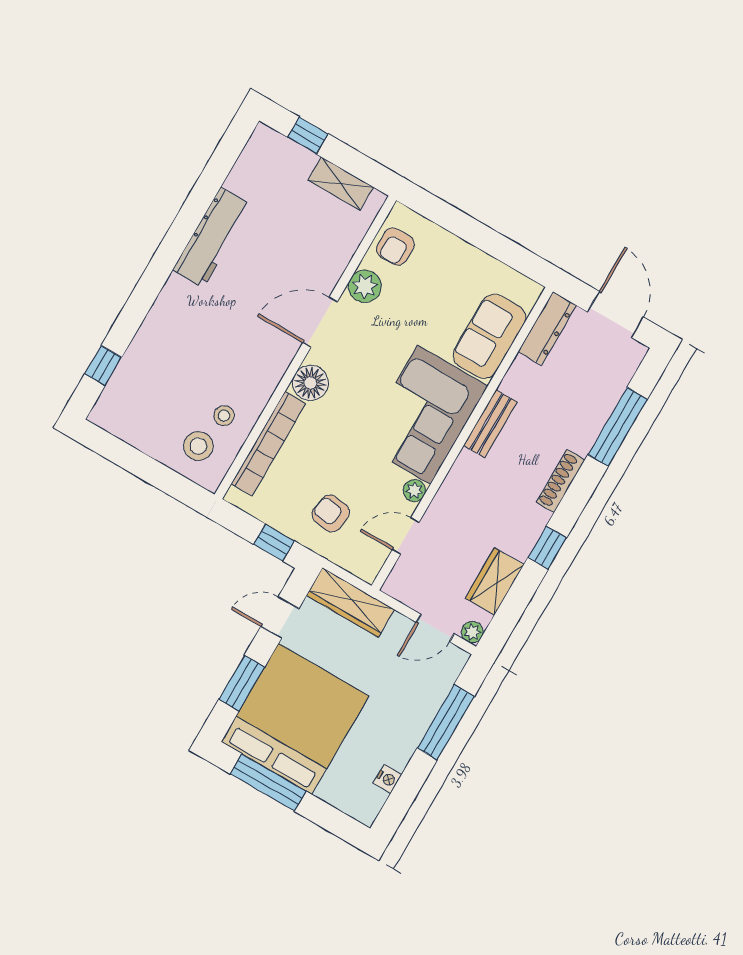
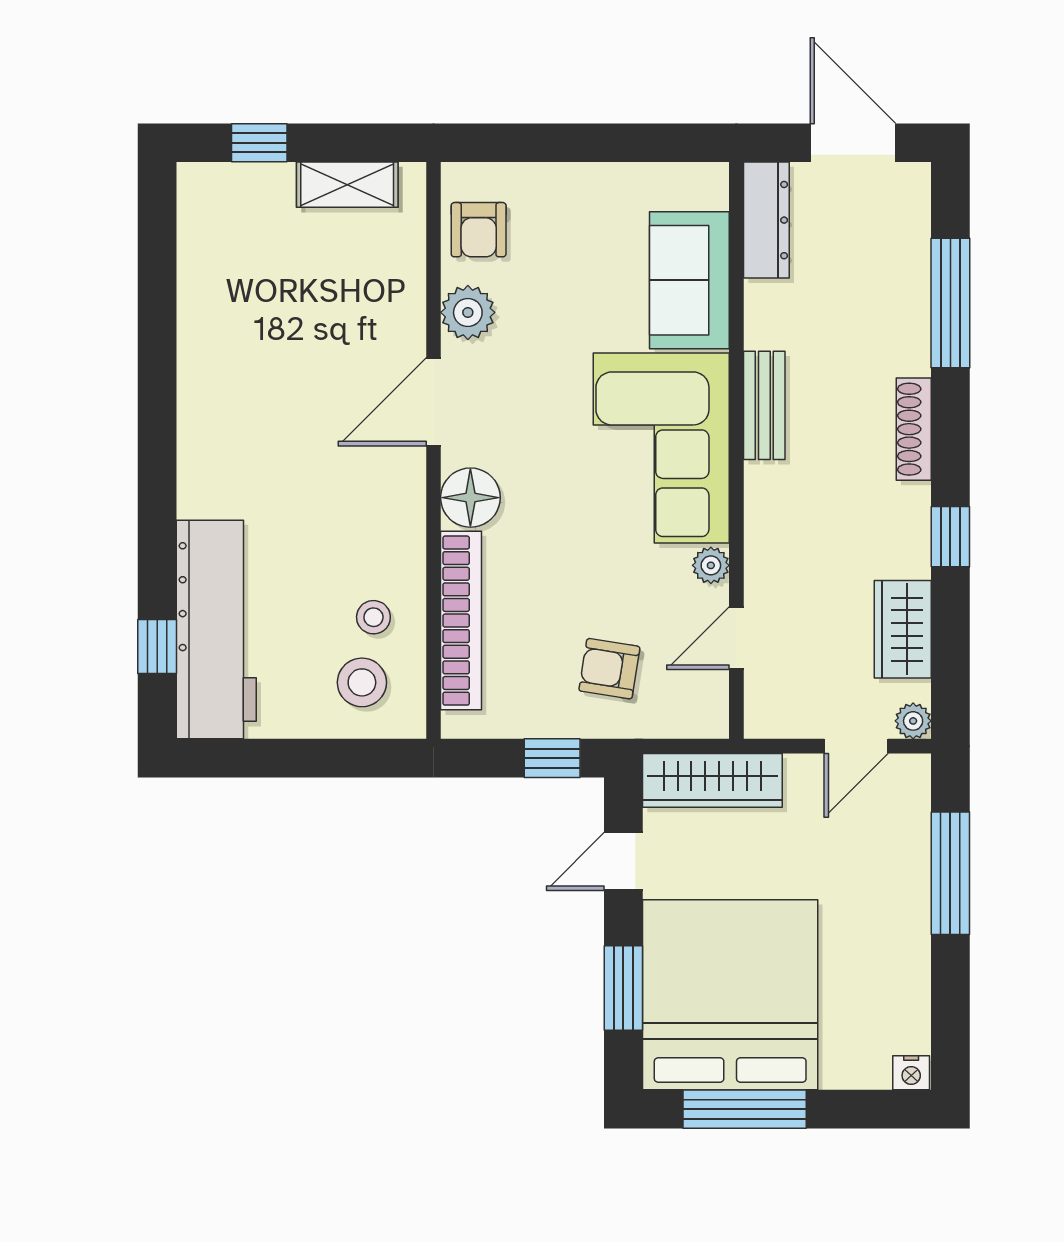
workbench: (212, 238) -> (216, 630), moved, width x1.36, depth x1.32
nightstand: (387, 779) -> (911, 1073), moved, turned 90

